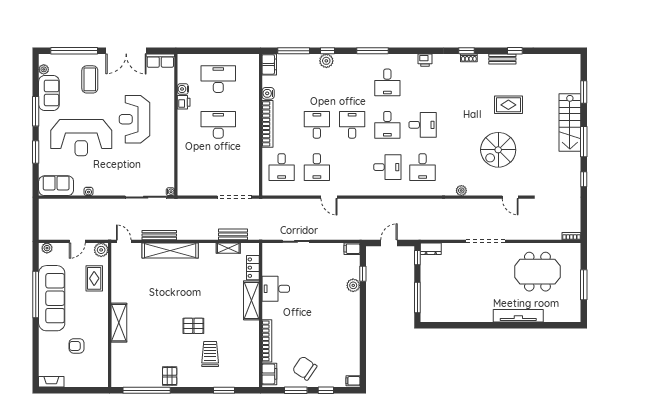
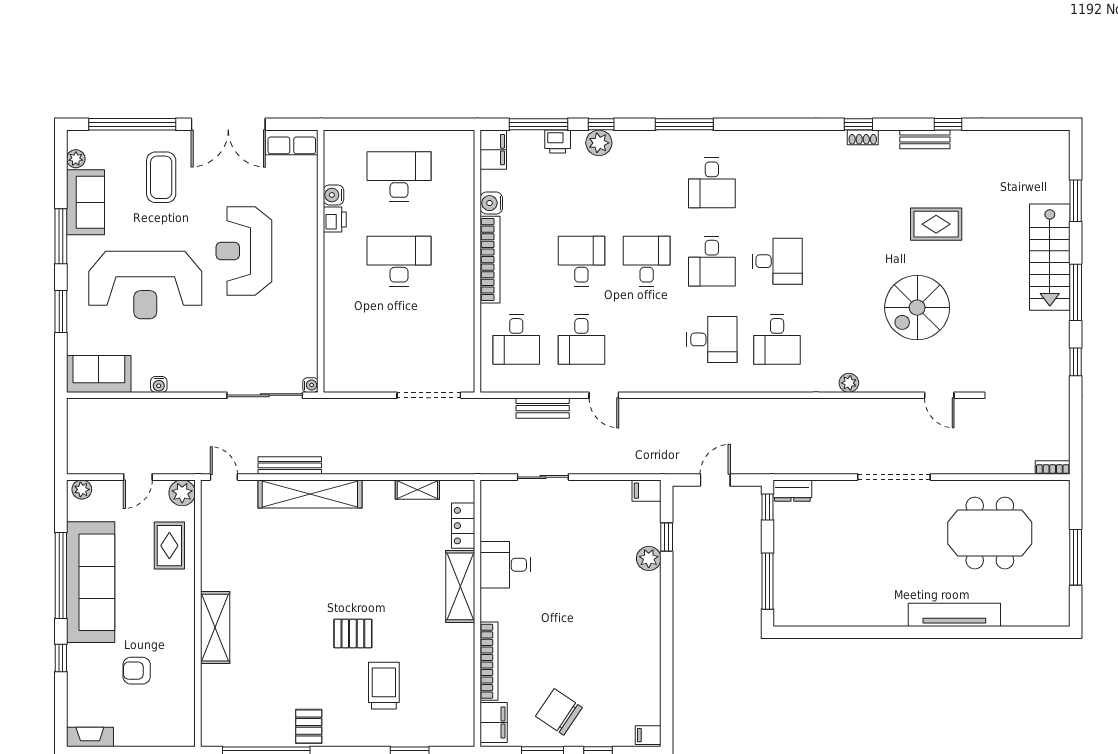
printer: (425, 60) -> (558, 142), moved
bench: (233, 234) -> (543, 408), moved
window: (36, 339) -> (61, 658), added

